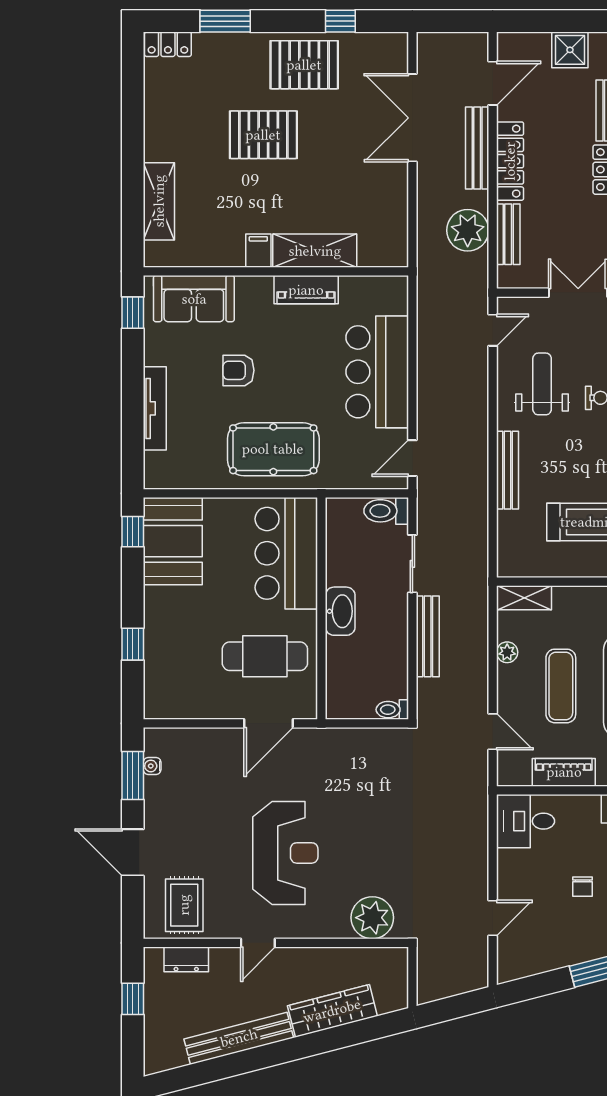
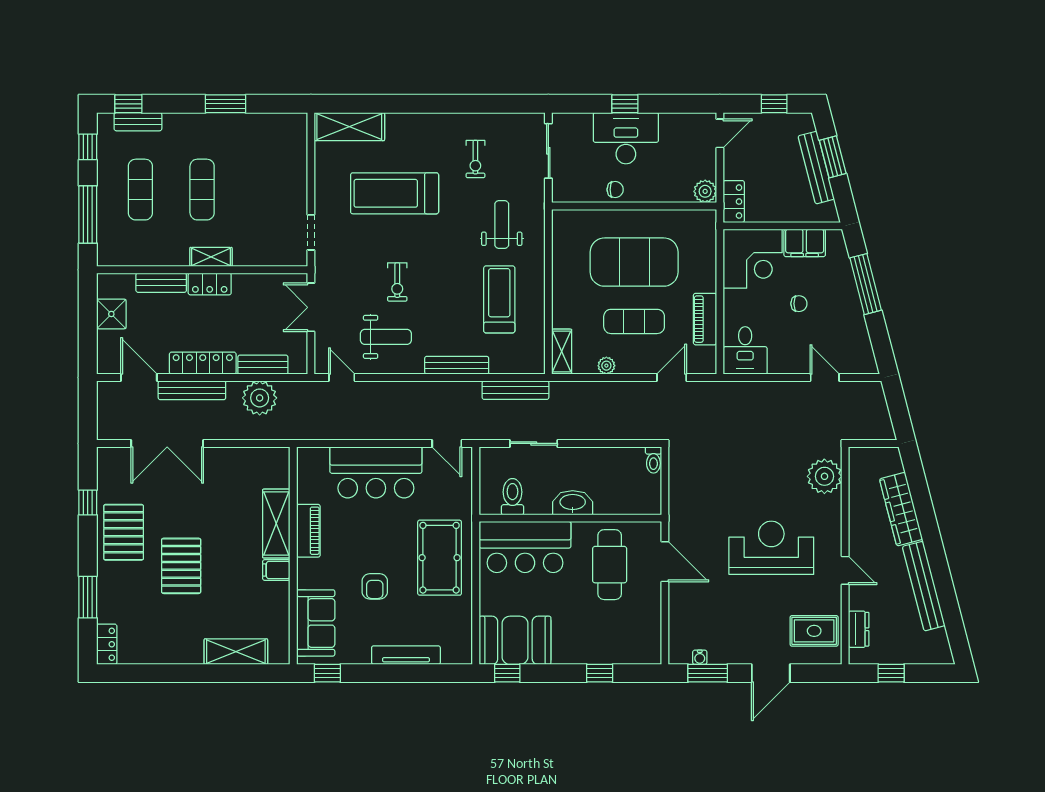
weight bench: (542, 384) -> (386, 337), turned 180
toilet: (386, 511) -> (512, 497), moved, turned 180
bench: (428, 636) -> (515, 390), moved

